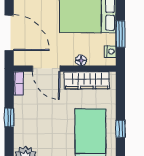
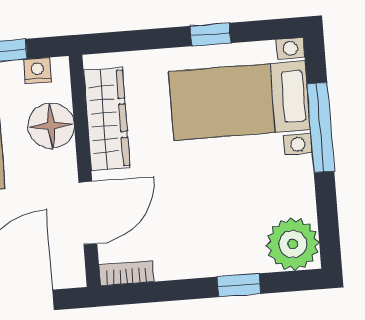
floor lamp: (81, 60) -> (51, 126), width x1.89, depth x1.89
window: (9, 117) -> (239, 285), moved

